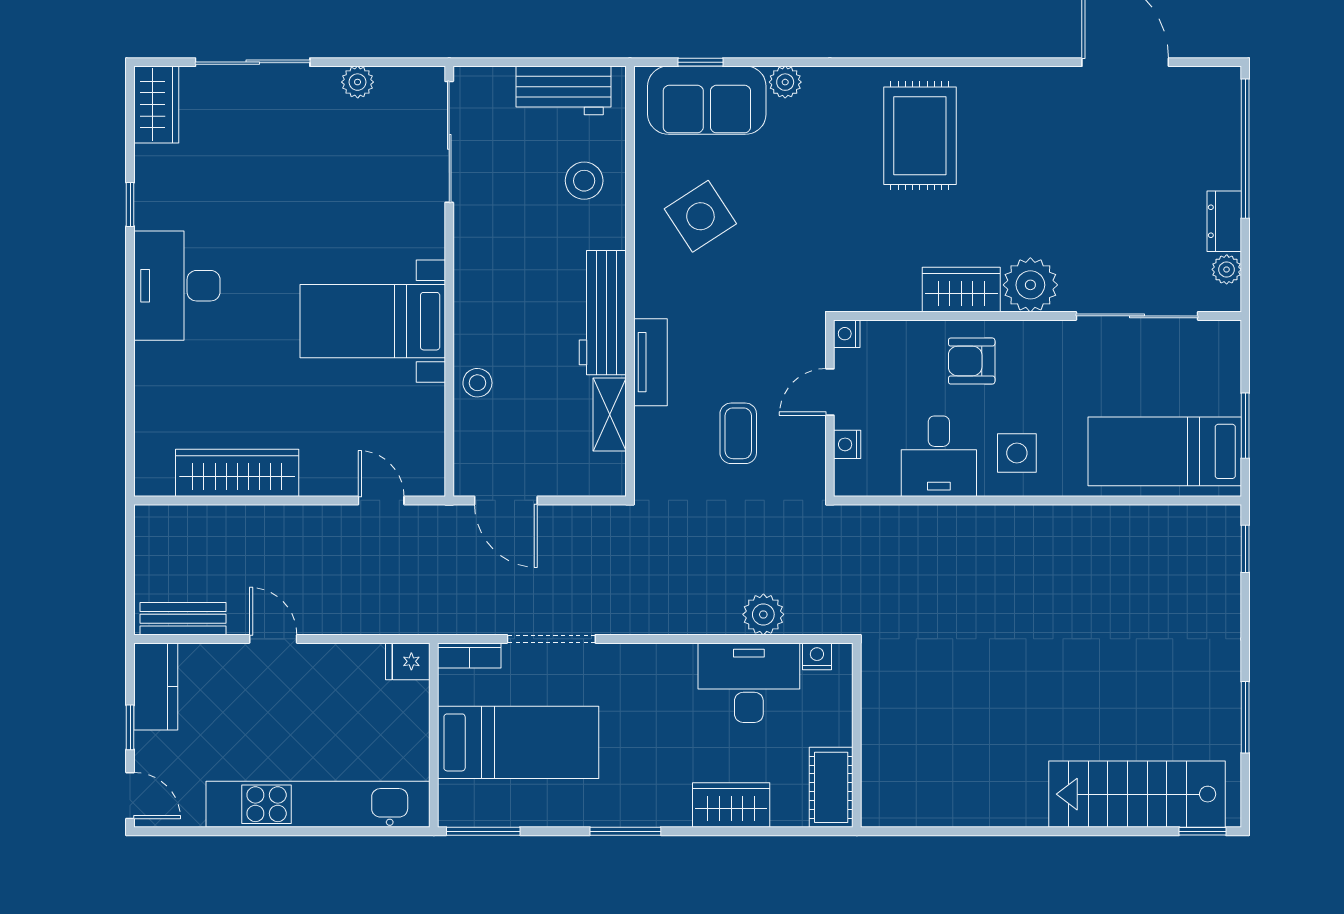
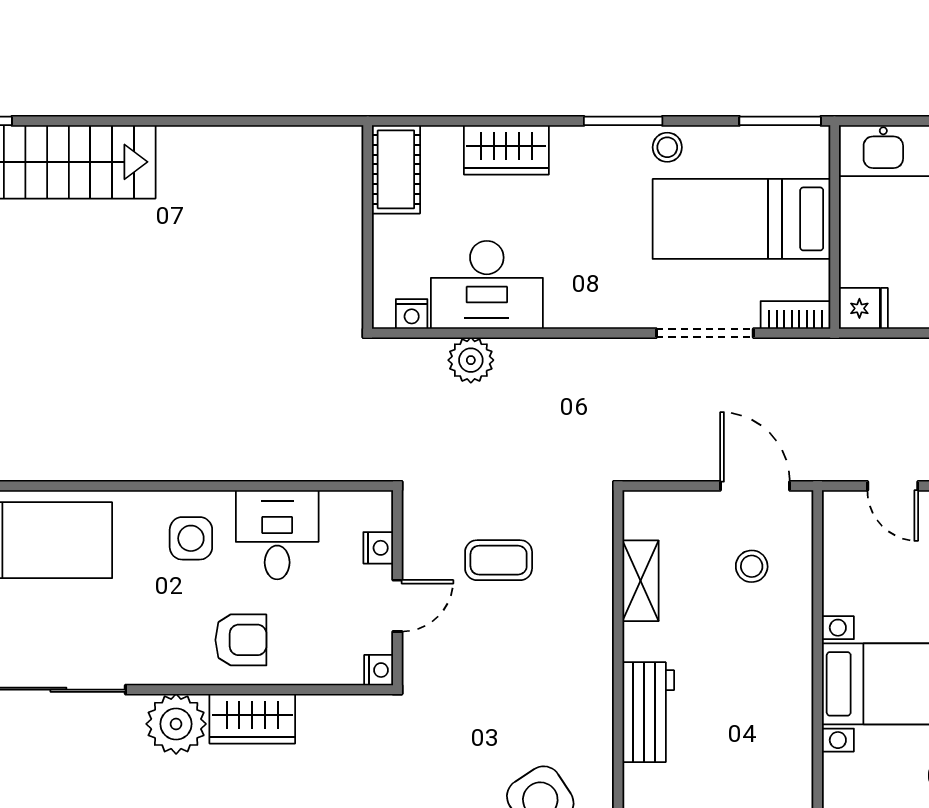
workbench: (603, 313) -> (648, 712), width x0.73
tv unit: (650, 362) -> (595, 639), removed
stool: (477, 383) -> (752, 566), moved
coffee table: (738, 433) -> (499, 560), turned 90
stool: (585, 807) -> (667, 147), added

